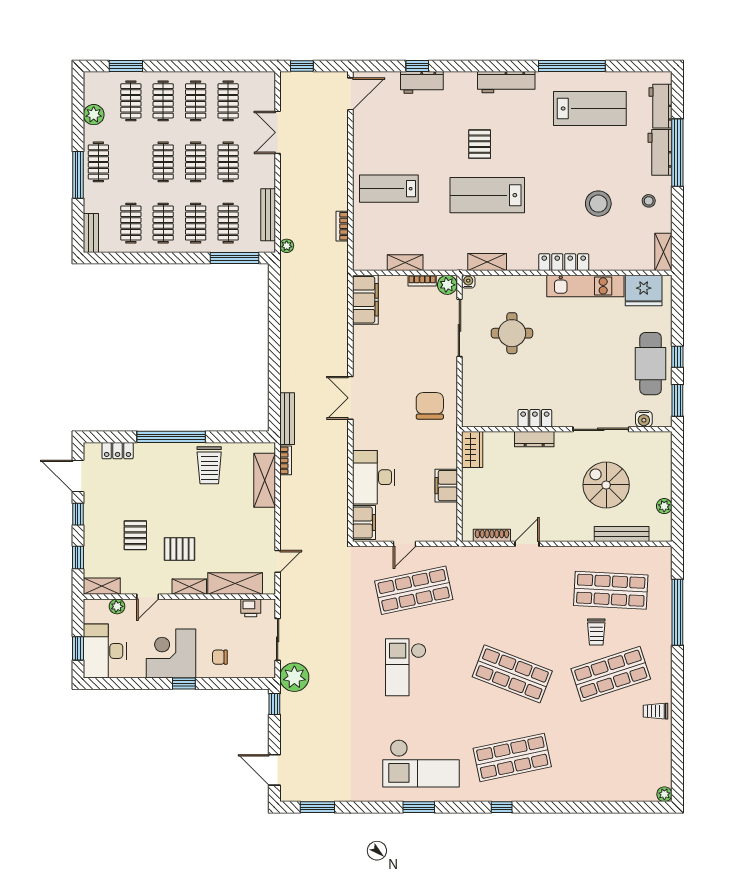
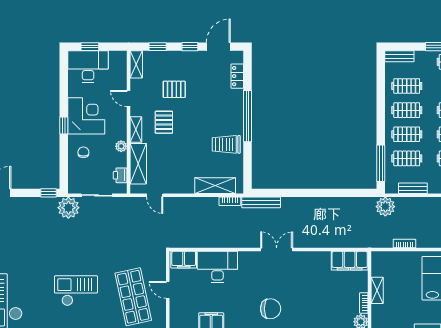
bench: (268, 215) -> (413, 188), width x0.73
plant: (287, 246) -> (385, 207), width x1.87, depth x1.87
plant: (117, 606) -> (121, 146), moved

